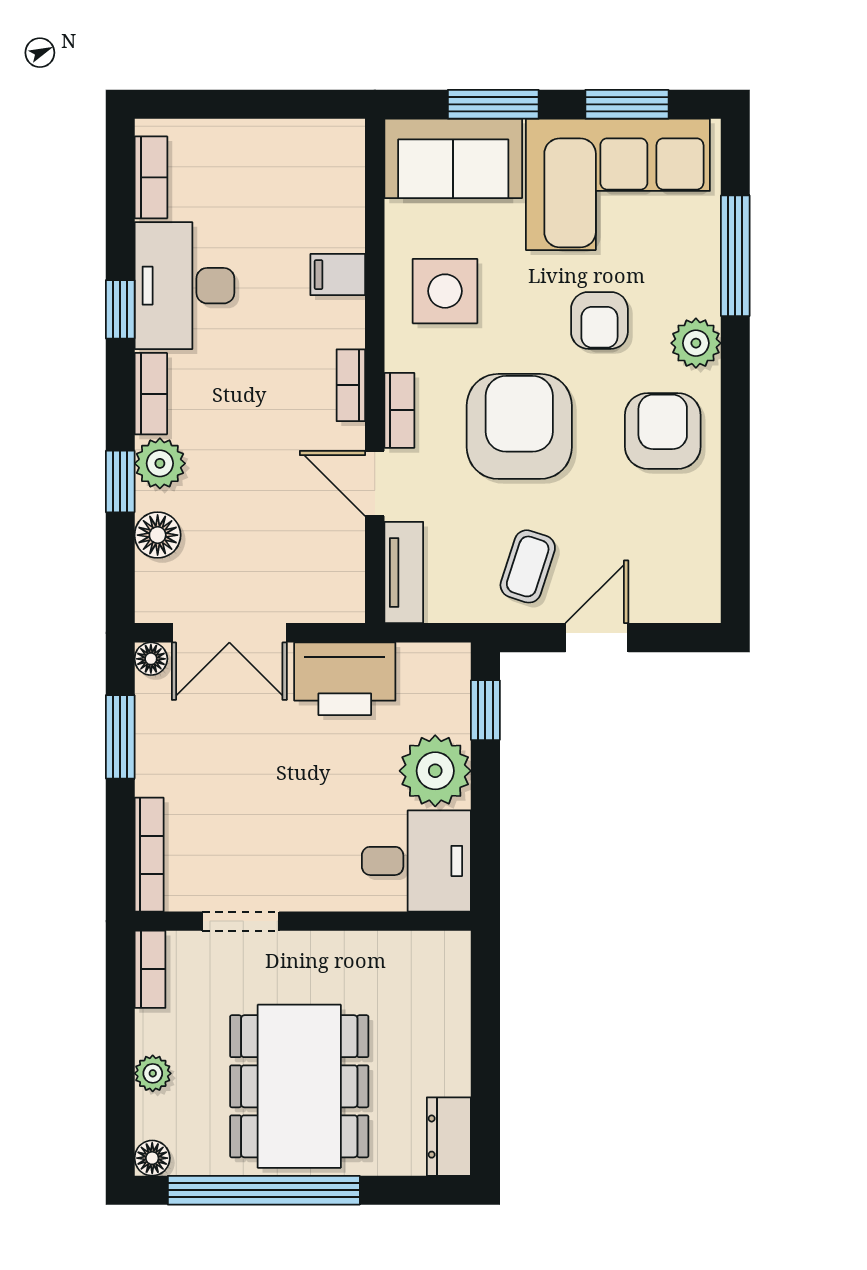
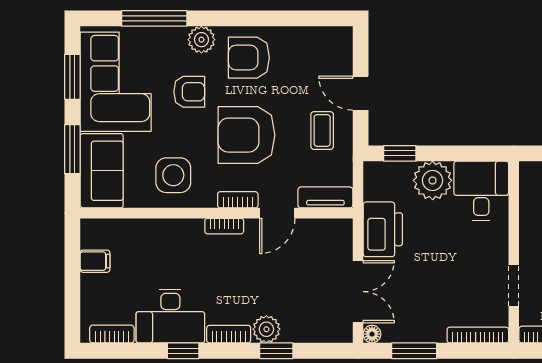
filing cabinet: (338, 275) -> (95, 261), moved, turned -90
floor lamp: (158, 535) -> (305, 331), removed
coffee table: (528, 566) -> (322, 131), turned 72

